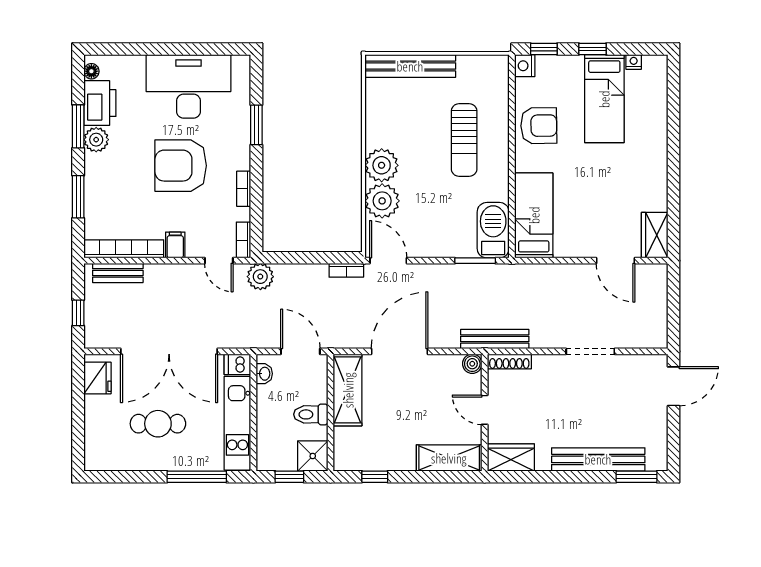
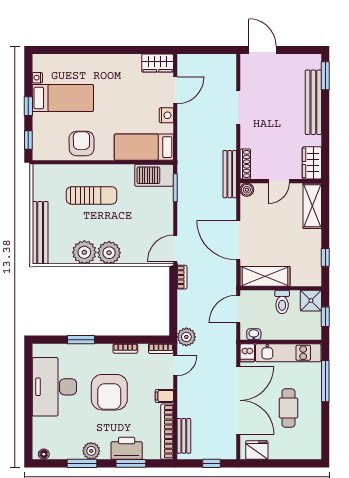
nightstand: (525, 66) -> (166, 115), moved, turned -90
printer: (100, 103) -> (127, 448), moved
plant: (382, 201) -> (84, 252), moved

